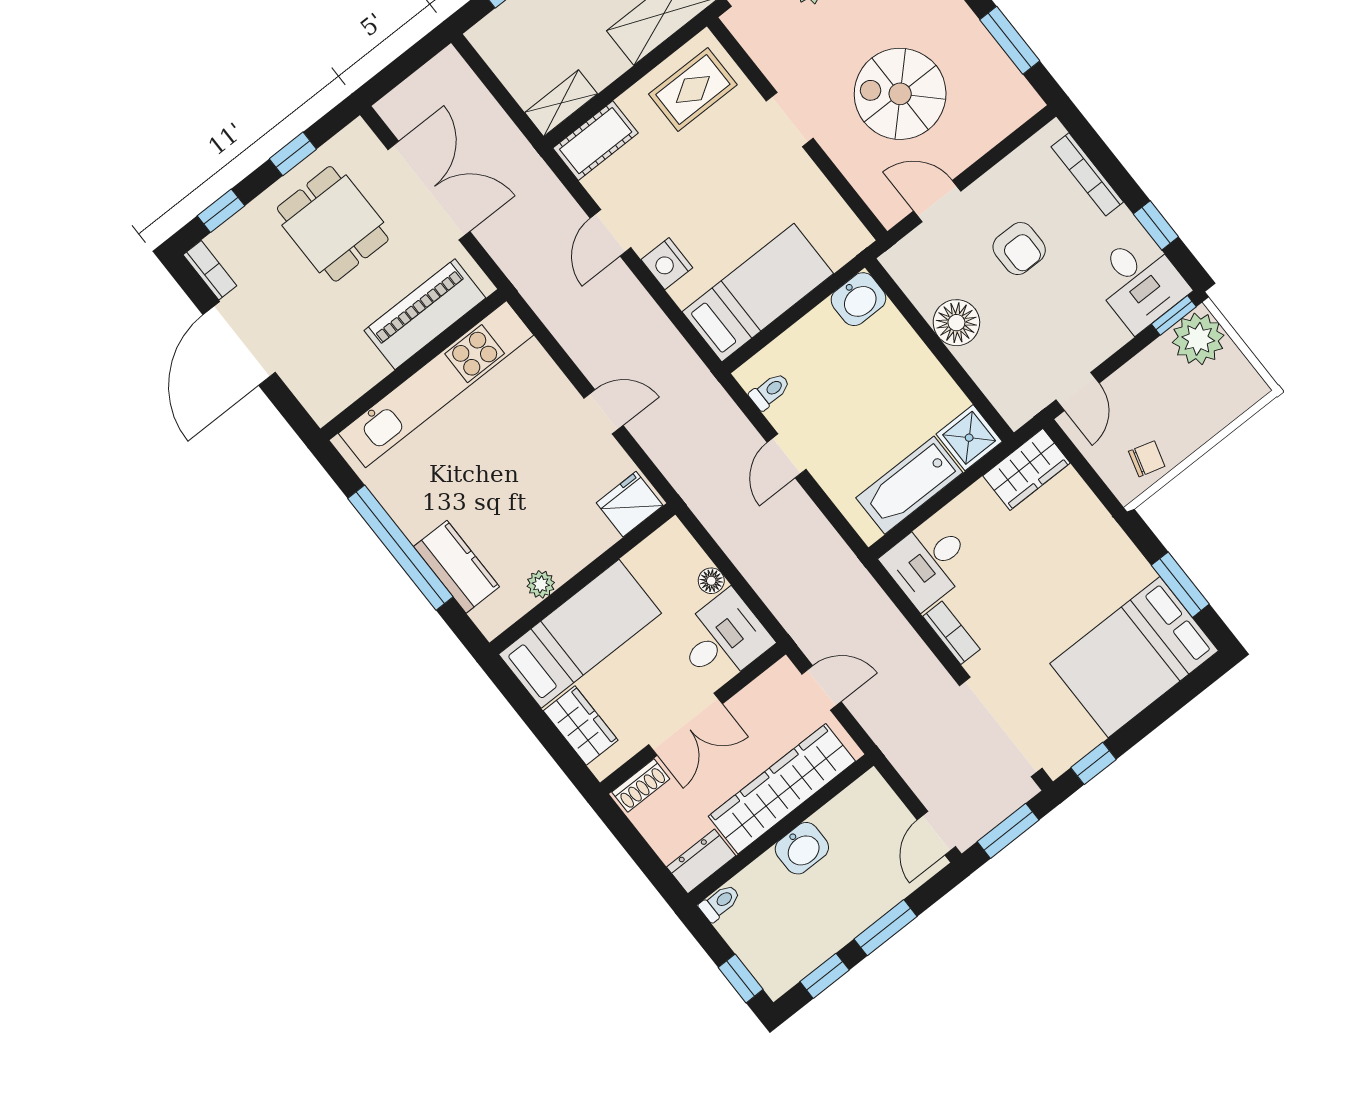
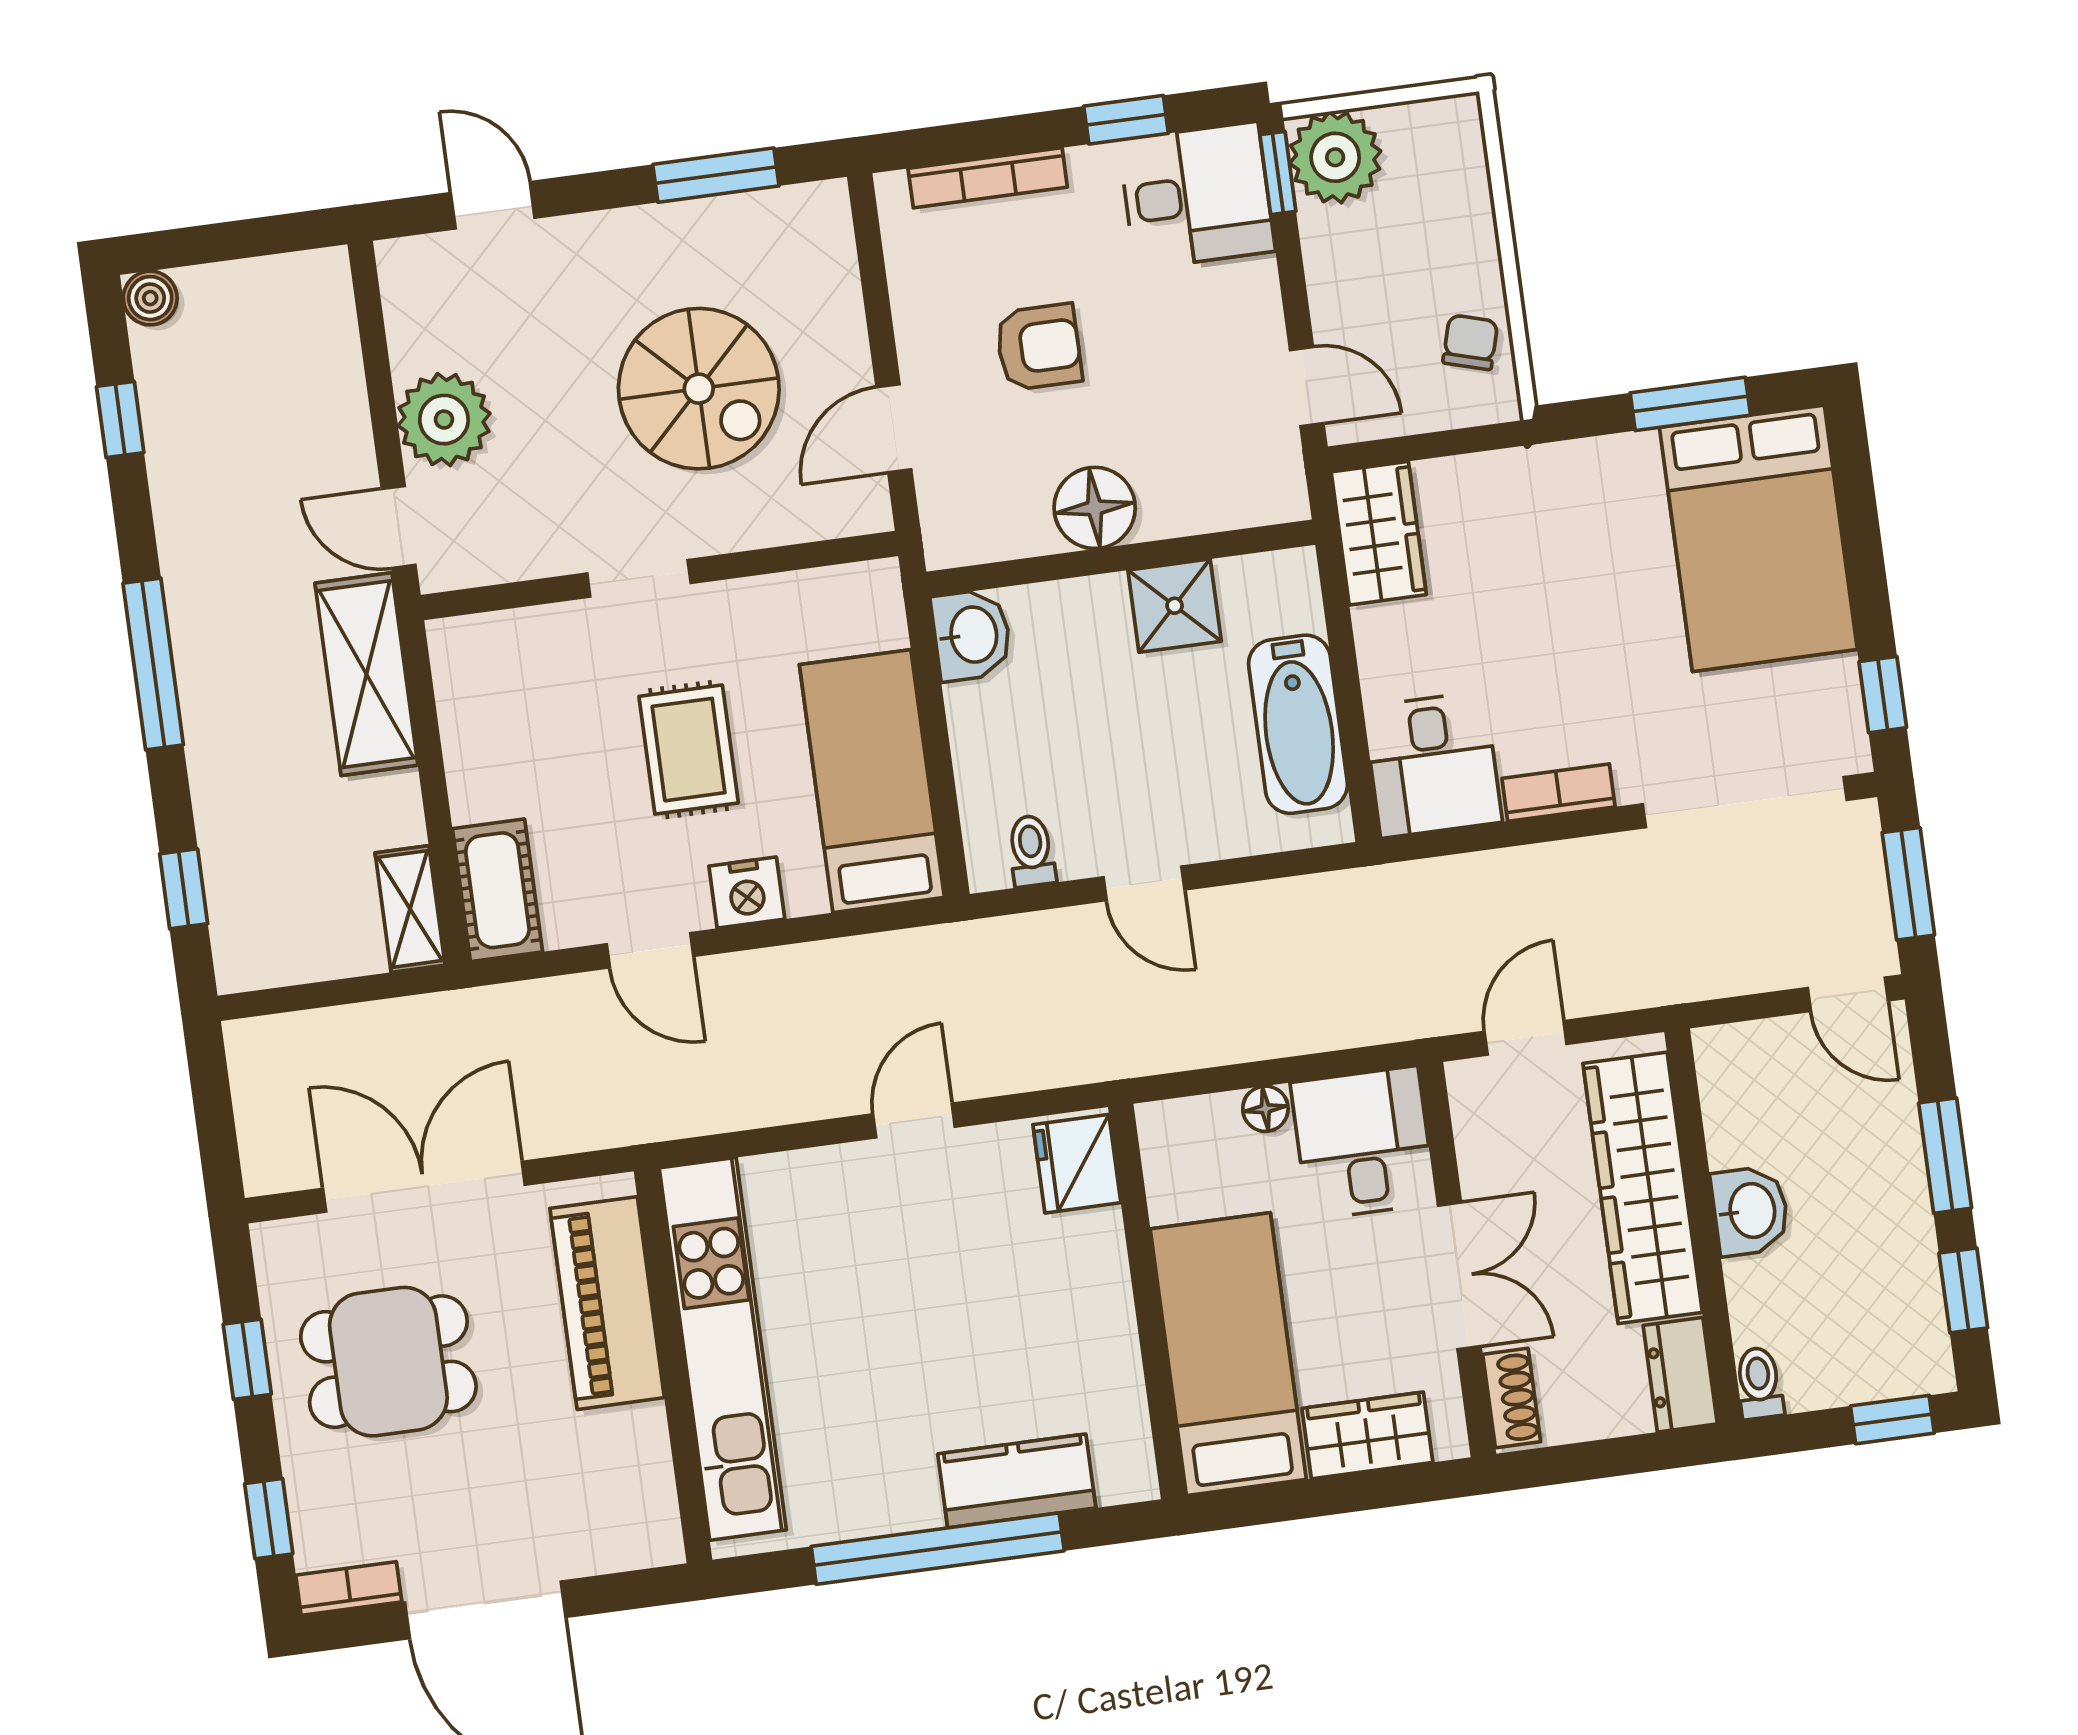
rug: (693, 89) -> (689, 750), moved
spiral stairs: (900, 94) -> (699, 389), turned -90
shower: (969, 438) -> (1175, 606), moved
plant: (541, 584) -> (1119, 1369), removed

